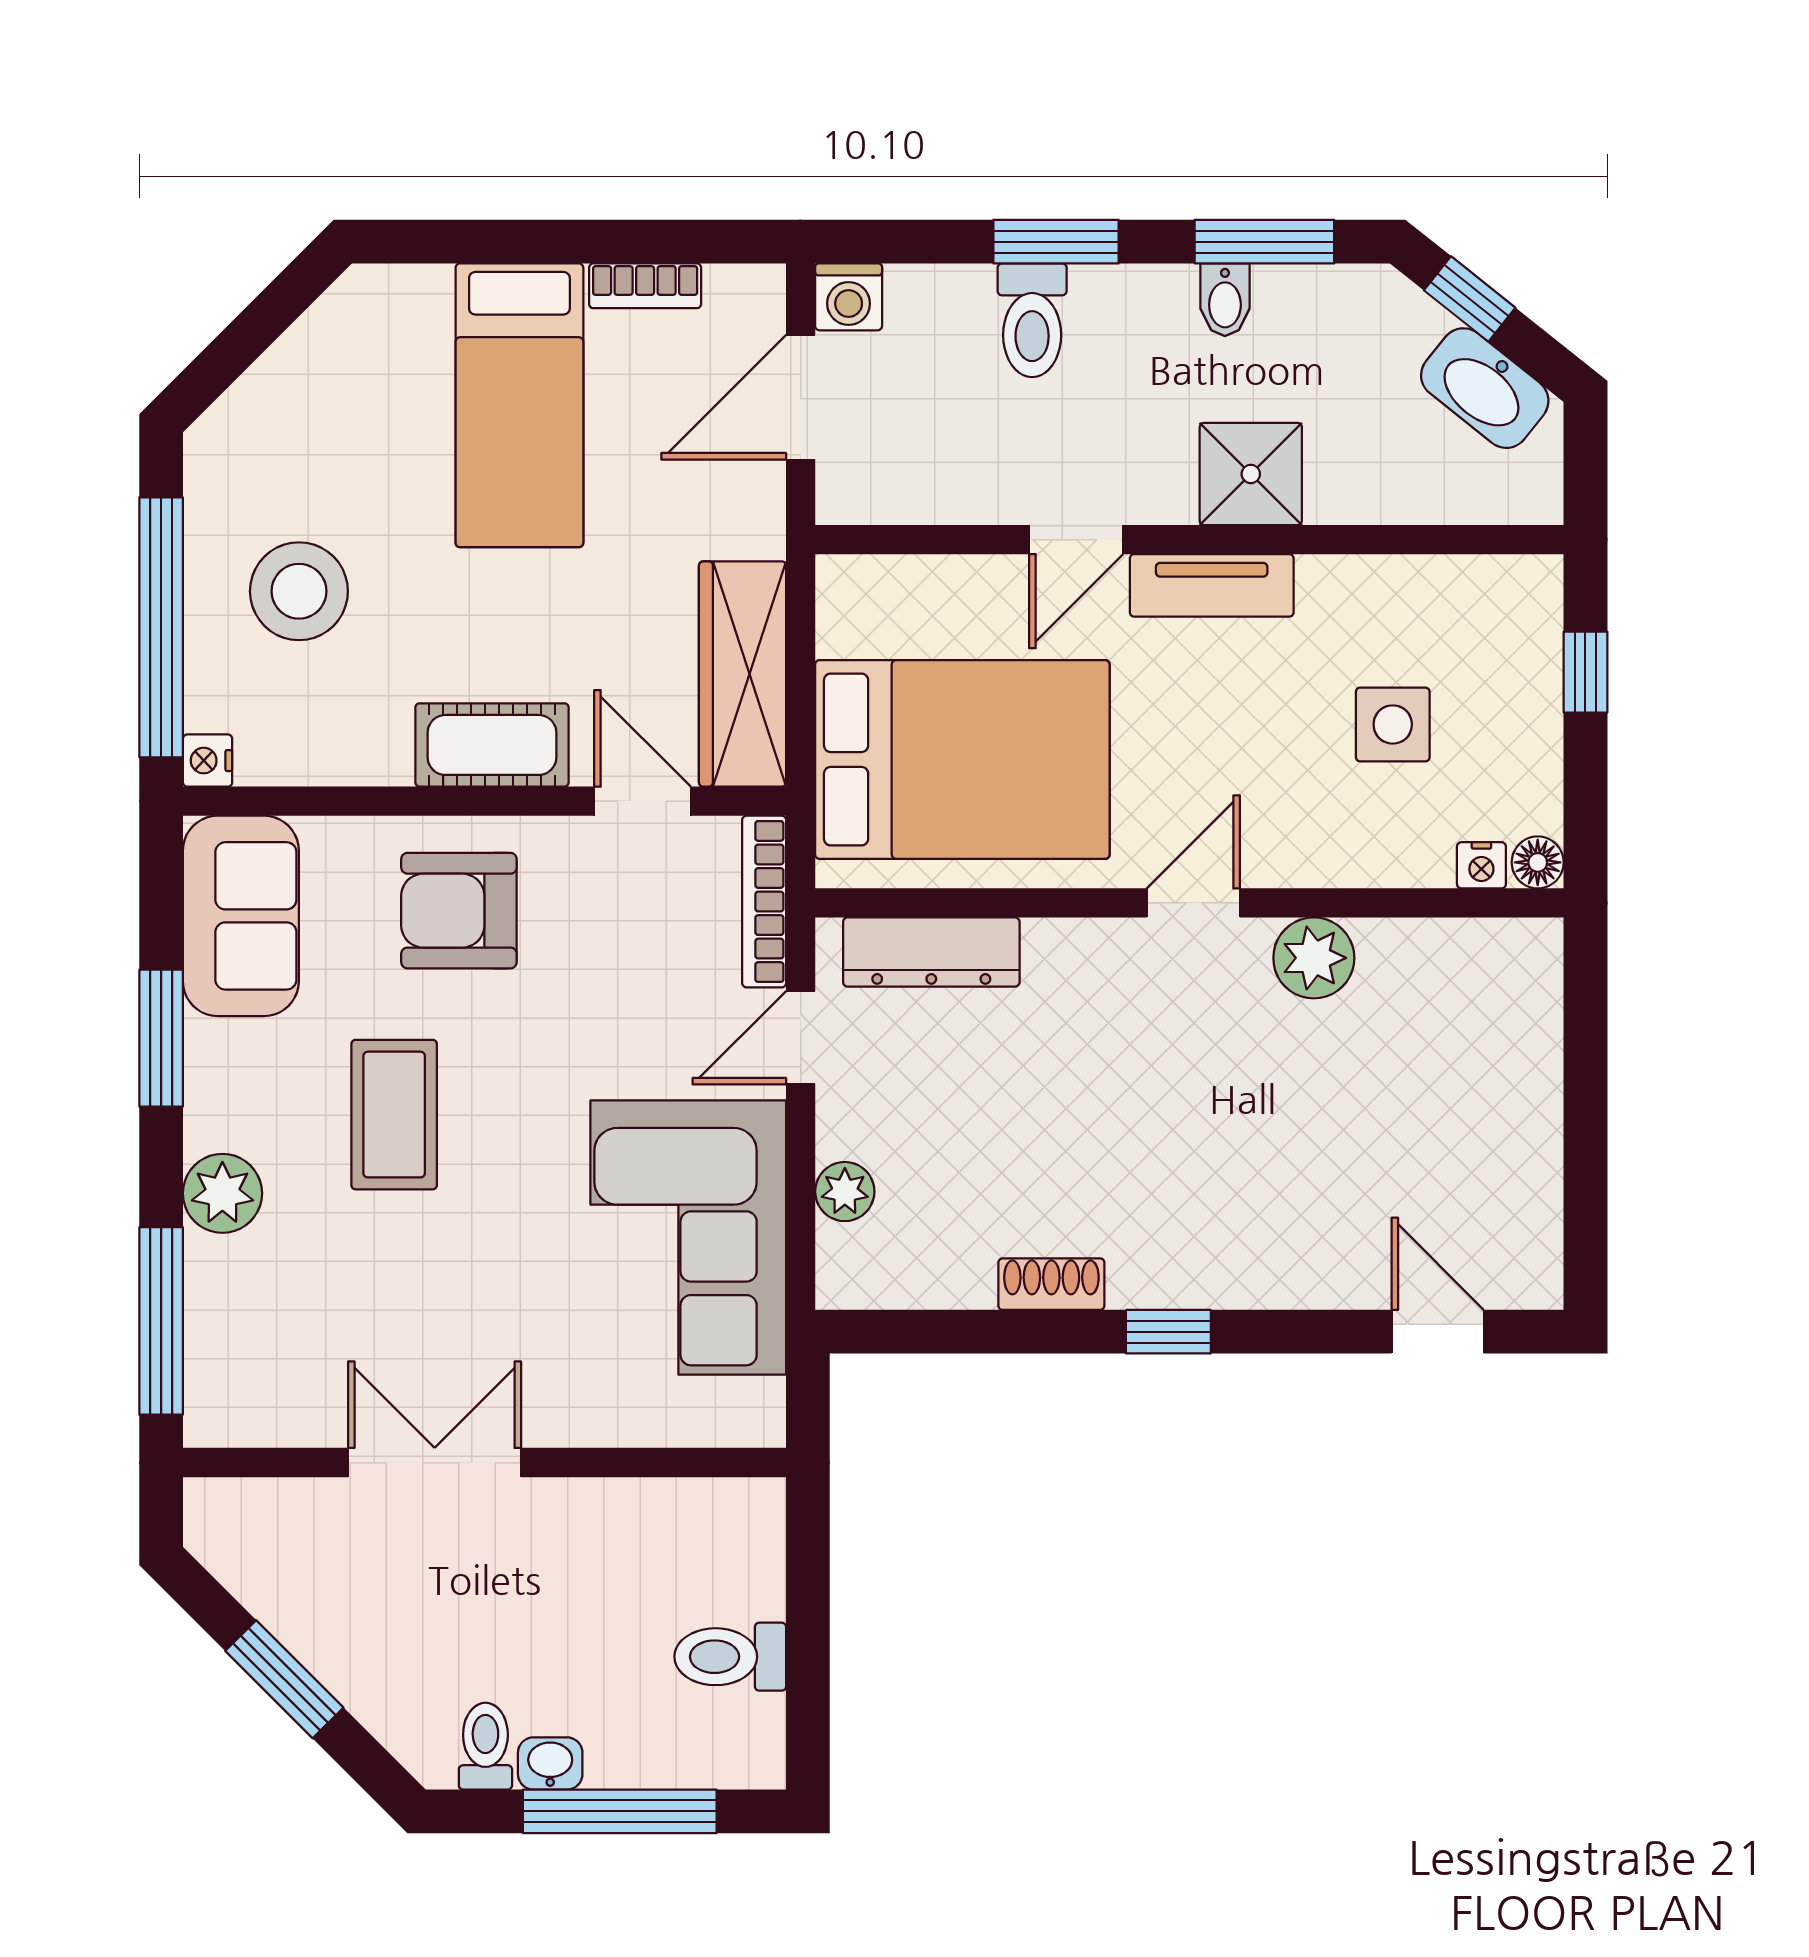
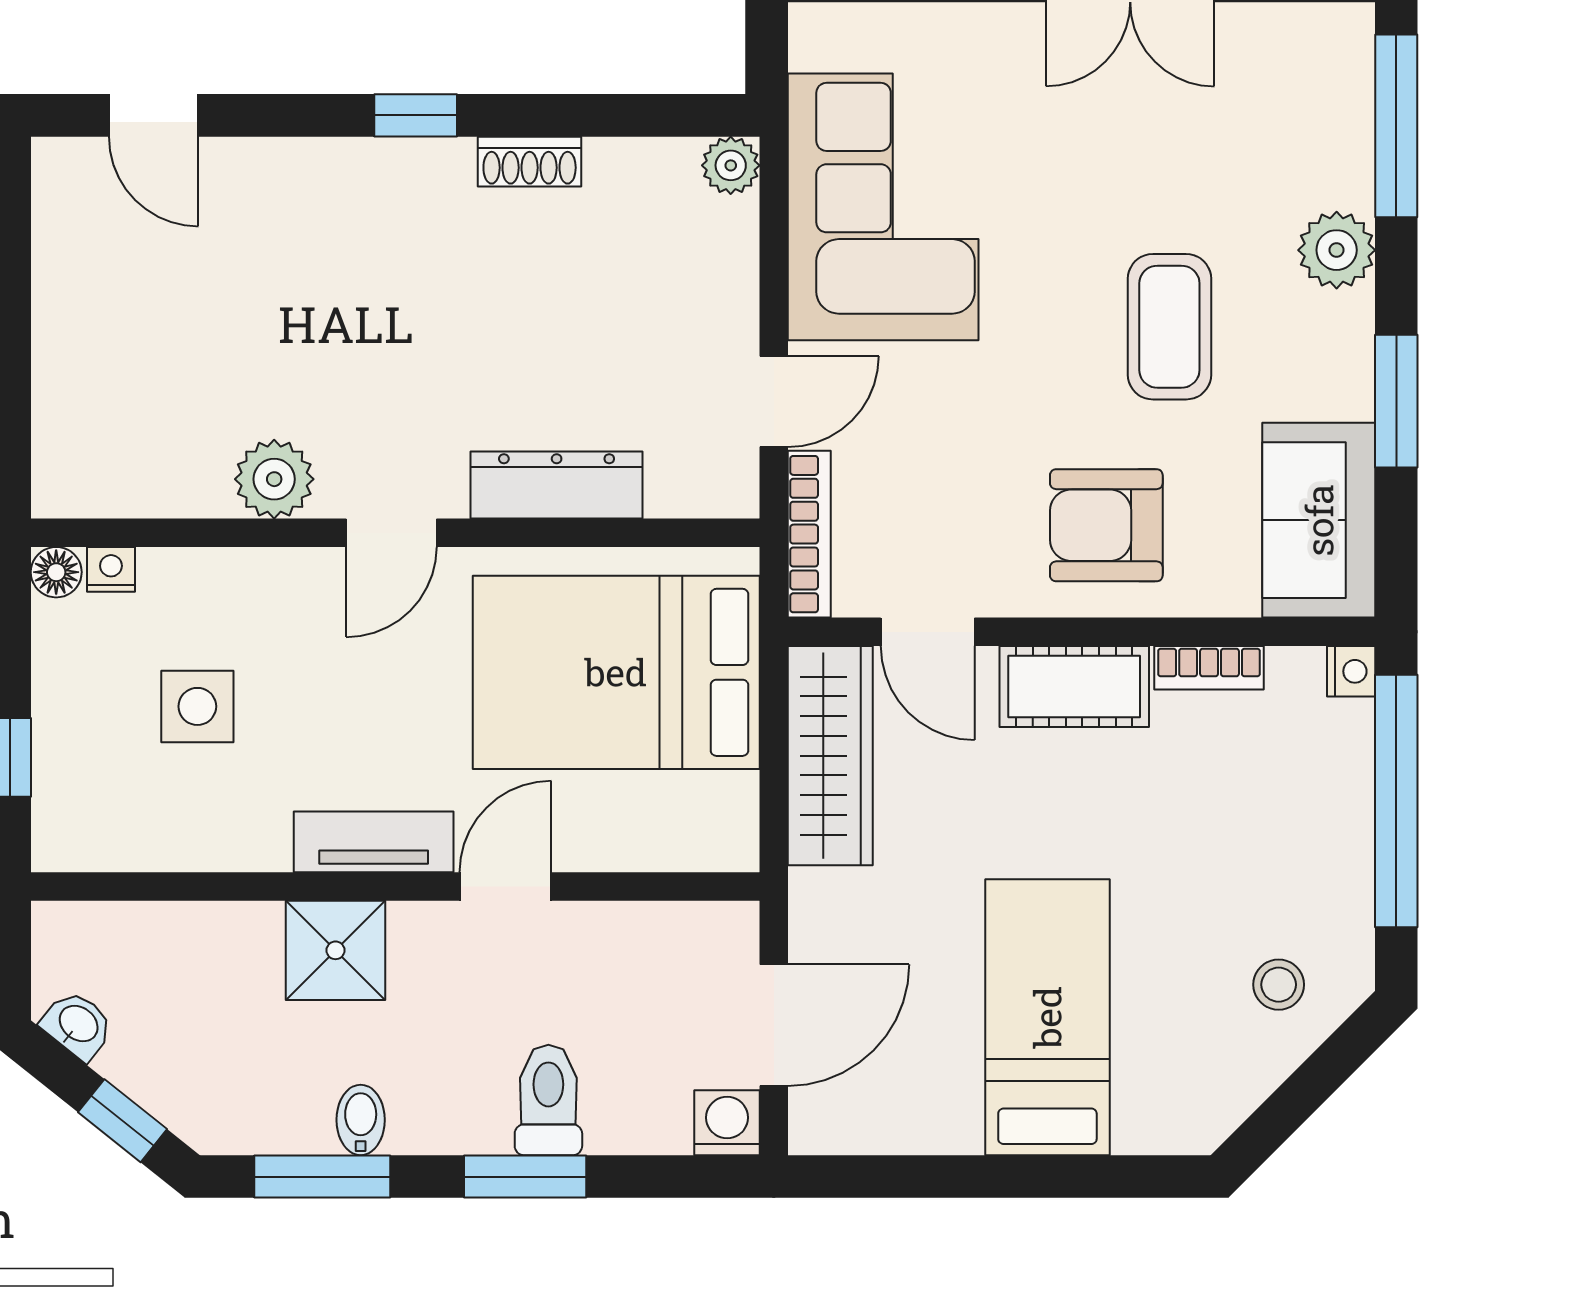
bookcase: (645, 286) -> (1209, 668), moved, turned 180
washbasin: (1485, 388) -> (78, 1025), width x0.52, depth x0.69
stool: (299, 591) -> (1279, 985), moved, width x0.53, depth x0.53
armchair: (459, 911) -> (1106, 525), turned 180
dresser: (931, 952) -> (557, 485), moved
plant: (845, 1192) -> (731, 165), moved

